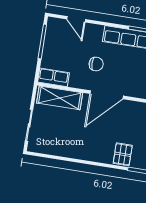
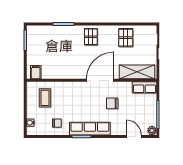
plant: (53, 23) -> (152, 131), added
pallet: (67, 142) -> (126, 38), added
pallet: (123, 154) -> (91, 37), moved

